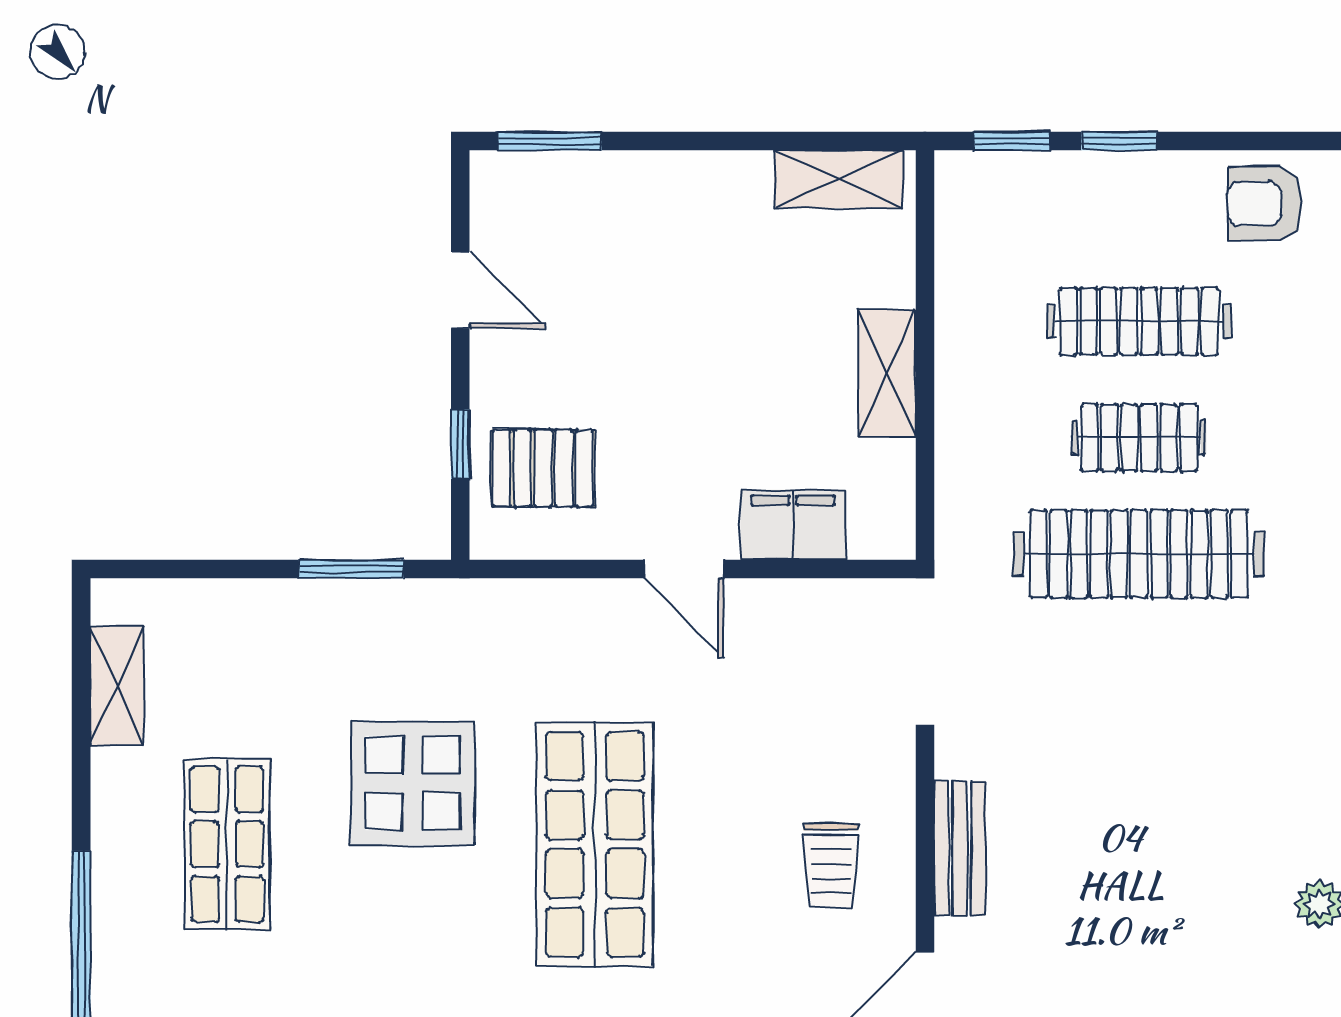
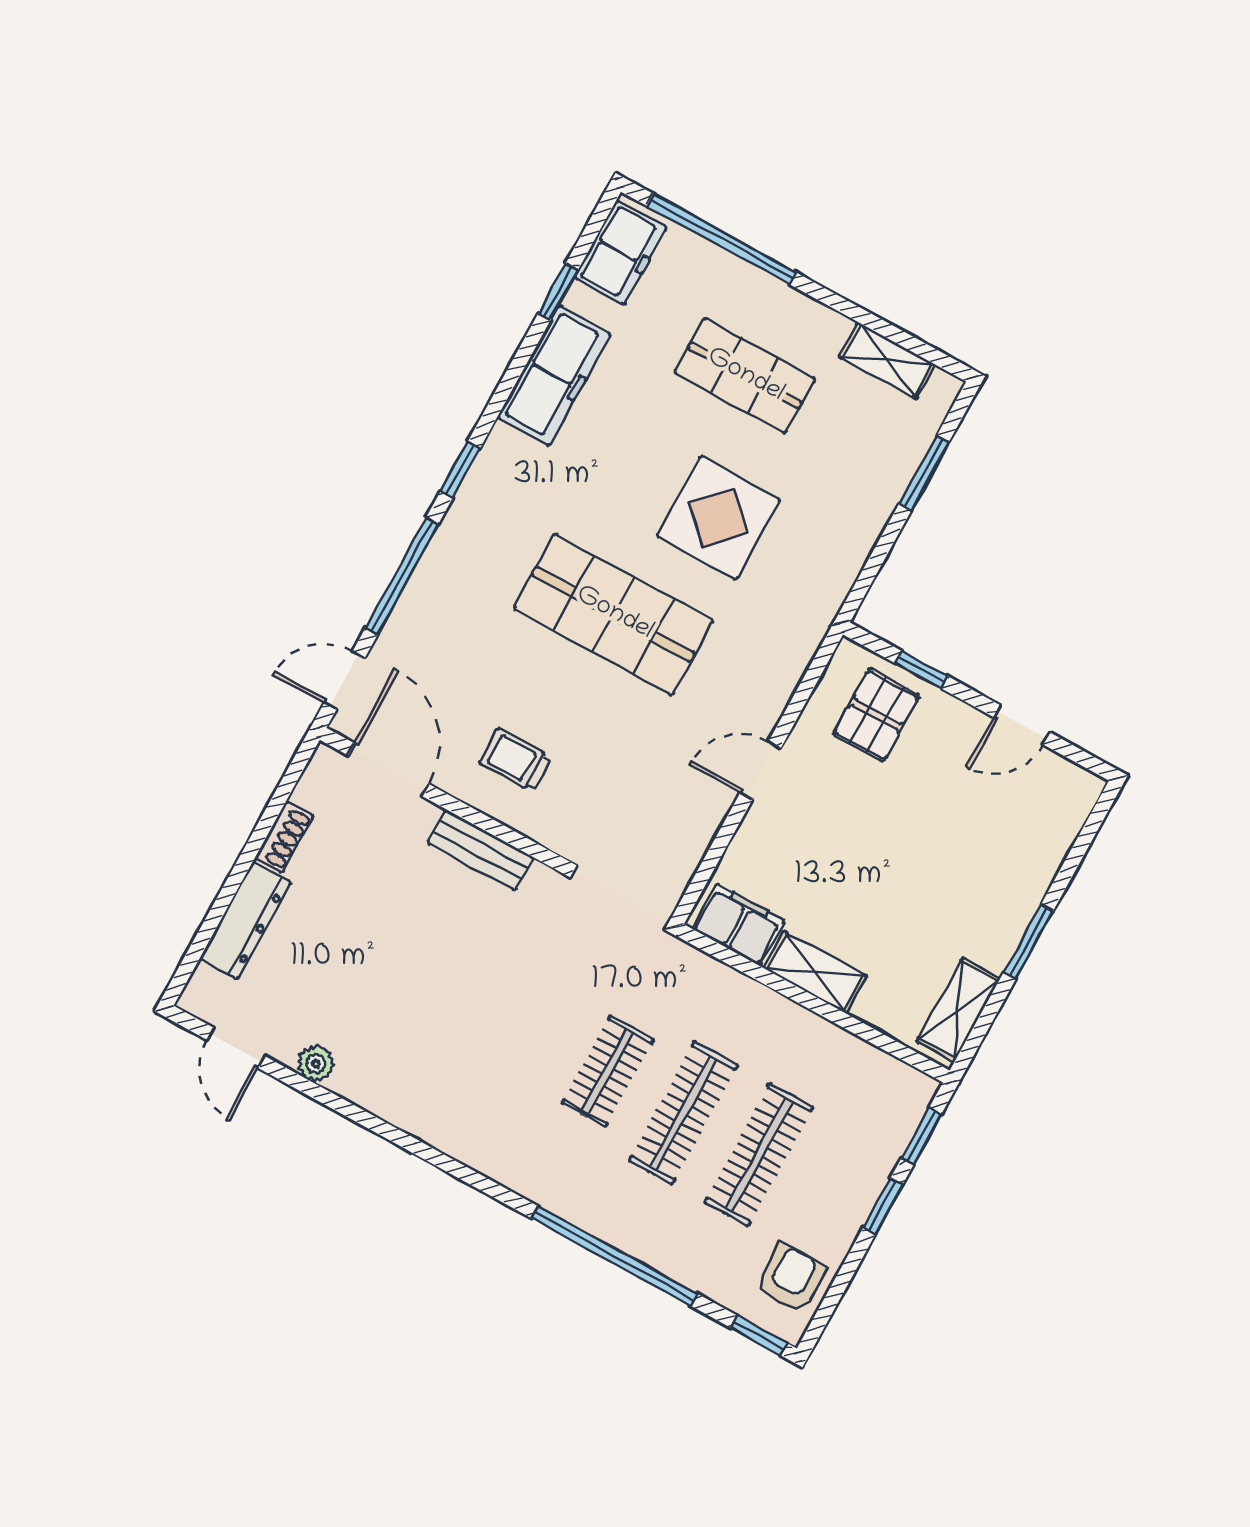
window: (550, 141) -> (1028, 942), moved
clothes rail: (1139, 438) -> (683, 1113), width x1.36
filing cabinet: (793, 525) -> (738, 925), moved, turned -90
clothes rail: (1139, 554) -> (608, 1071), width x0.54, depth x0.76
window: (351, 569) -> (924, 473), moved

